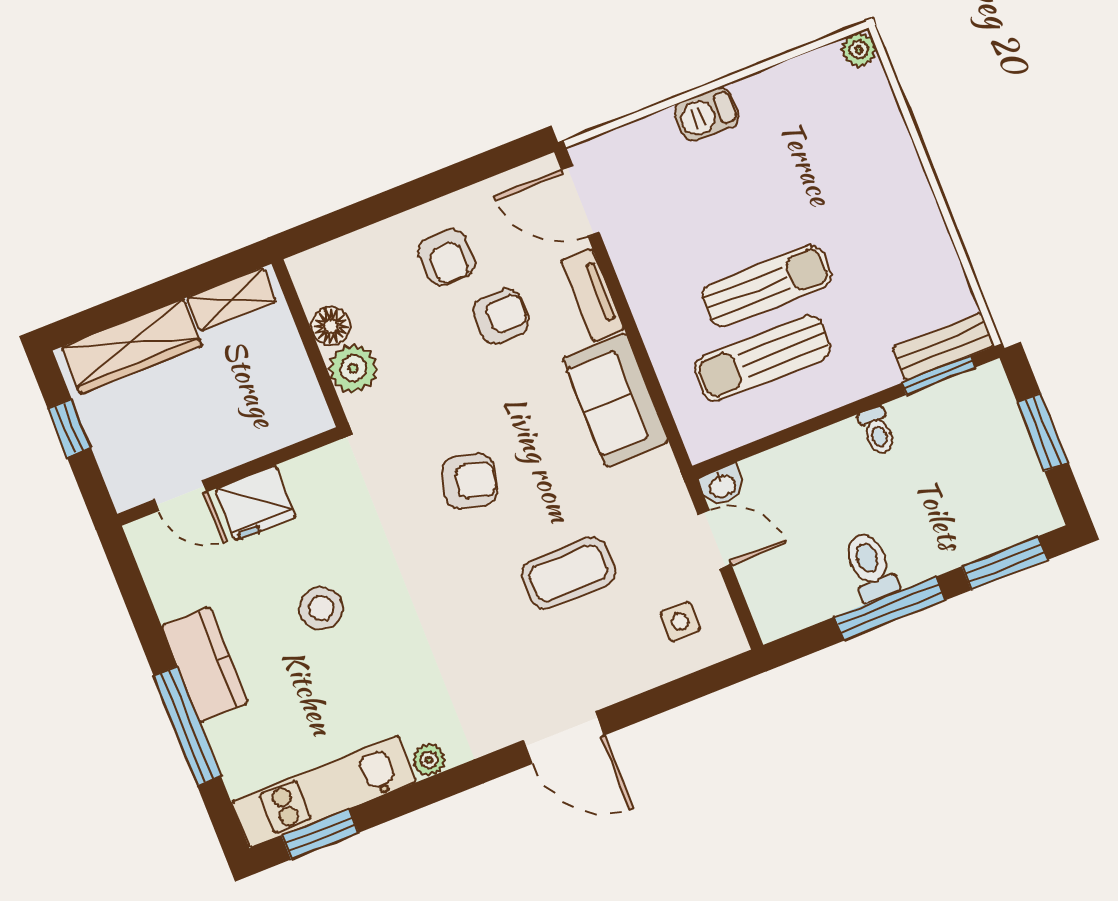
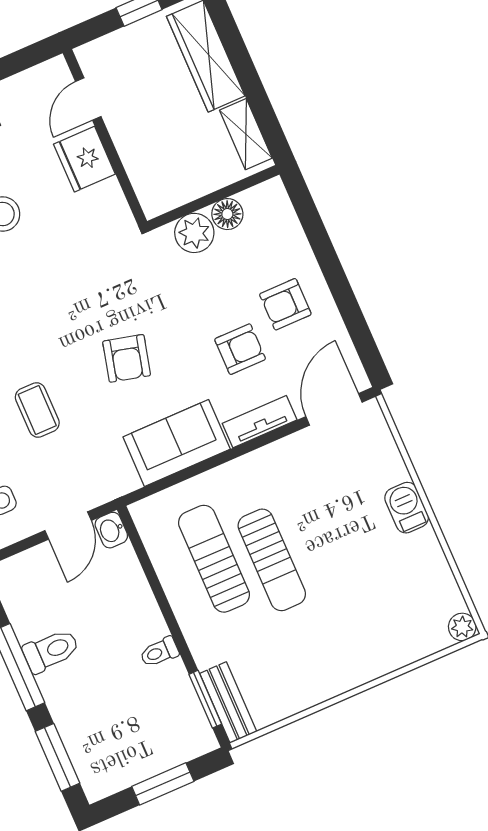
armchair: (501, 316) -> (240, 349), turned -90
armchair: (470, 481) -> (127, 358), moved
coffee table: (568, 573) -> (37, 410), width x0.73, depth x0.77

